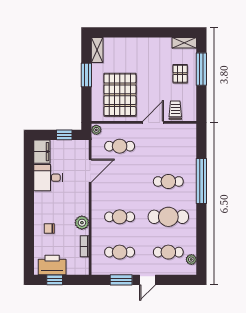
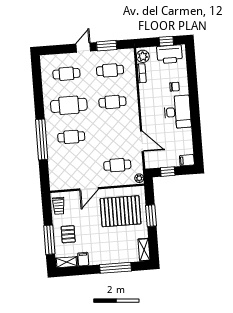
window: (130, 32) -> (115, 268), added
filing cabinet: (166, 45) -> (83, 259), added
window: (86, 75) -> (151, 216), moved
pallet: (120, 95) -> (121, 211), turned 90
trolley: (175, 110) -> (59, 206), moved
filing cabinet: (42, 152) -> (187, 160), width x0.50
door: (90, 171) -> (142, 141), swing flipped
desk: (48, 178) -> (178, 112), moved, width x1.37
plant: (82, 223) -> (143, 56), moved
plant: (191, 259) -> (45, 69), removed

